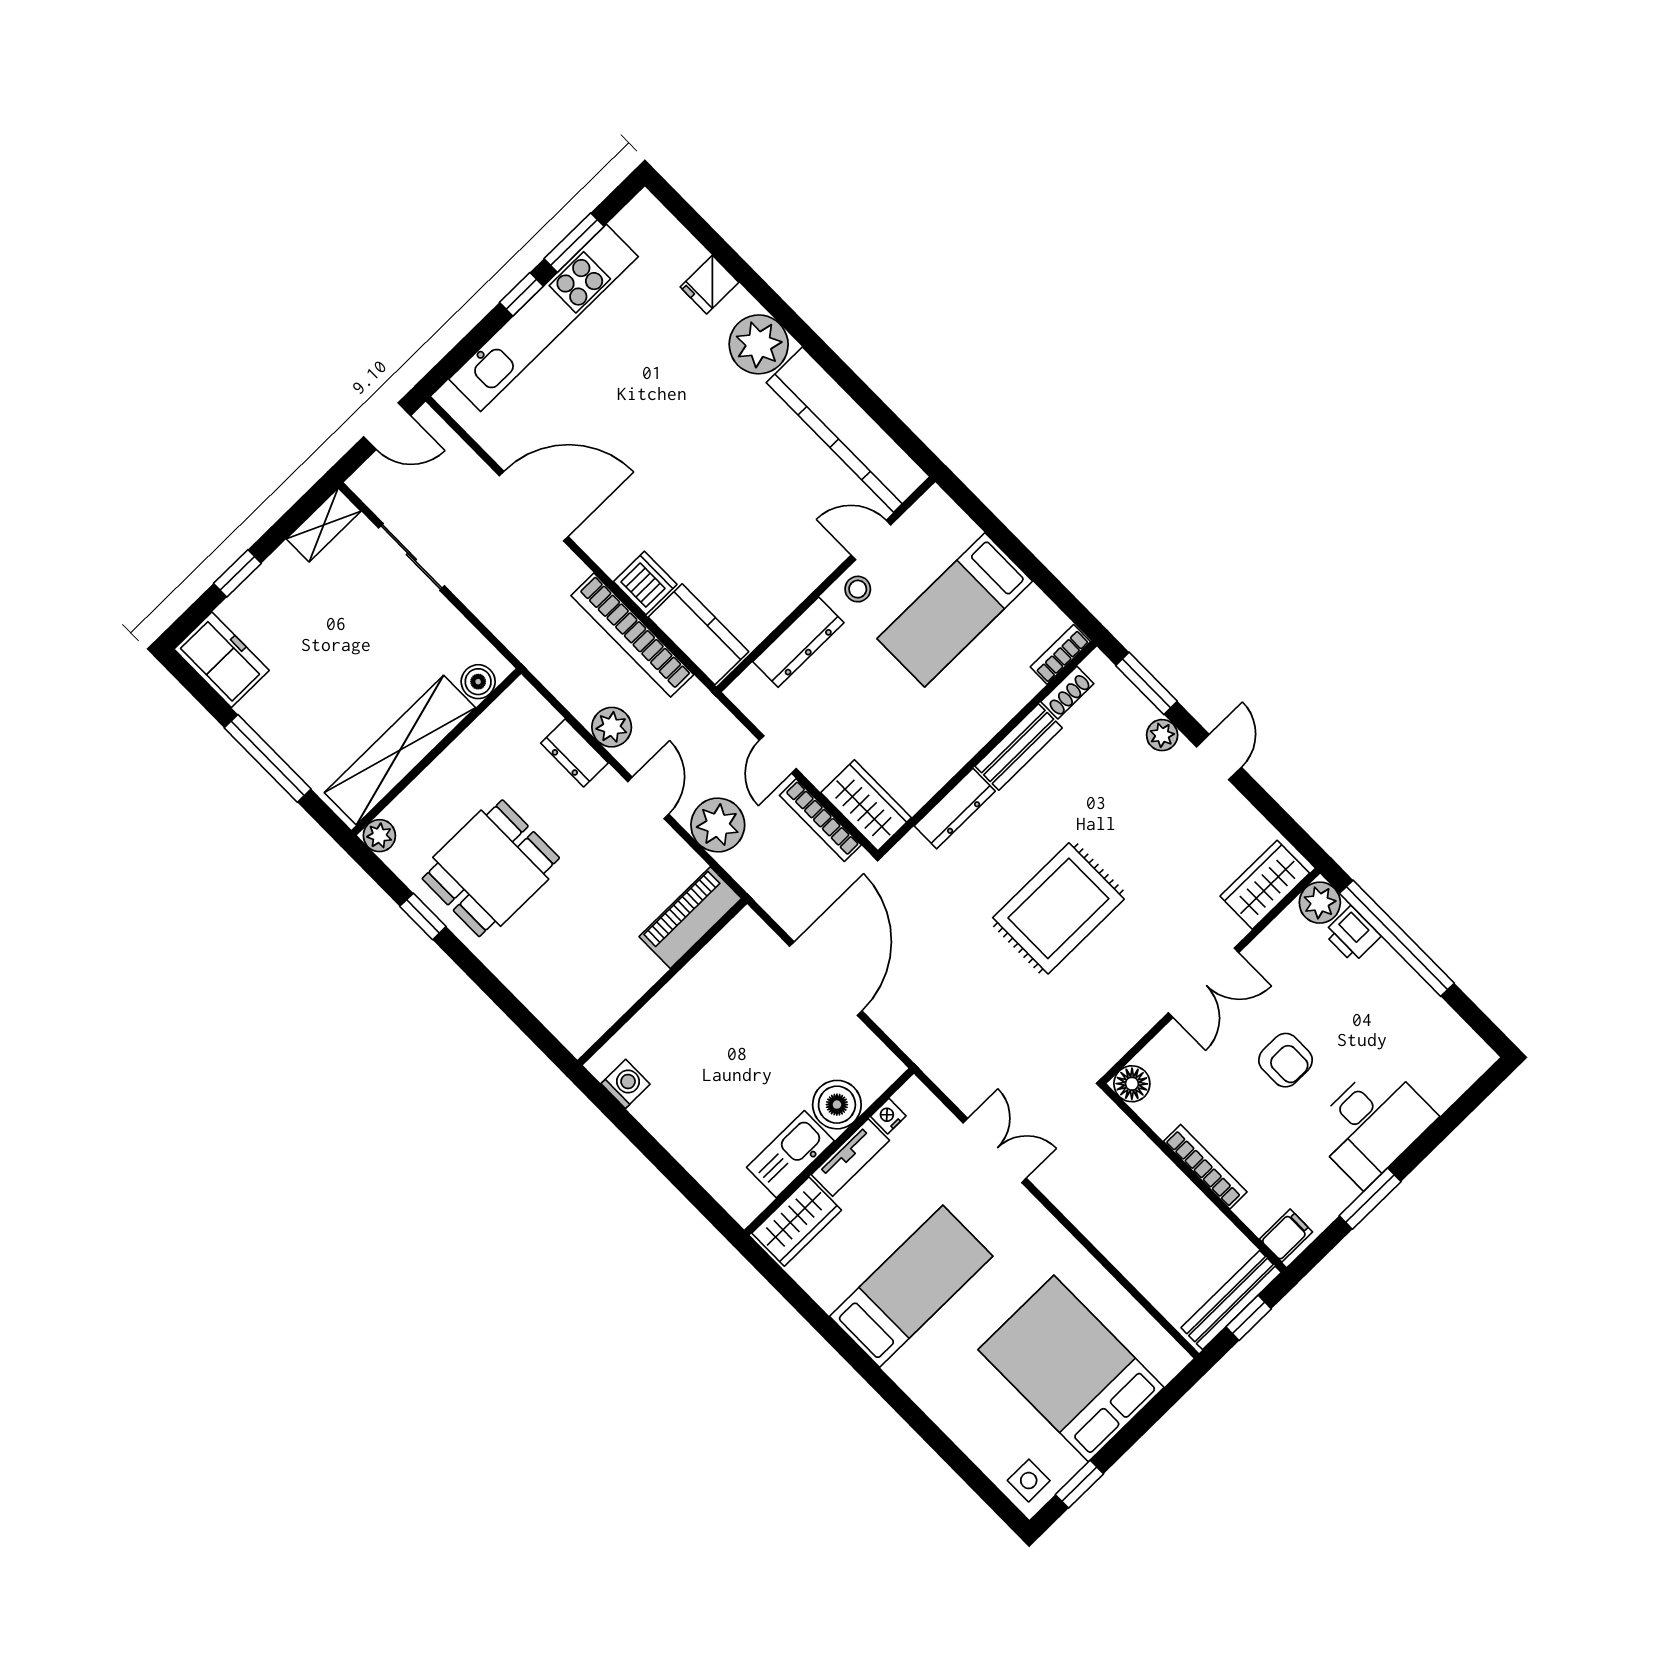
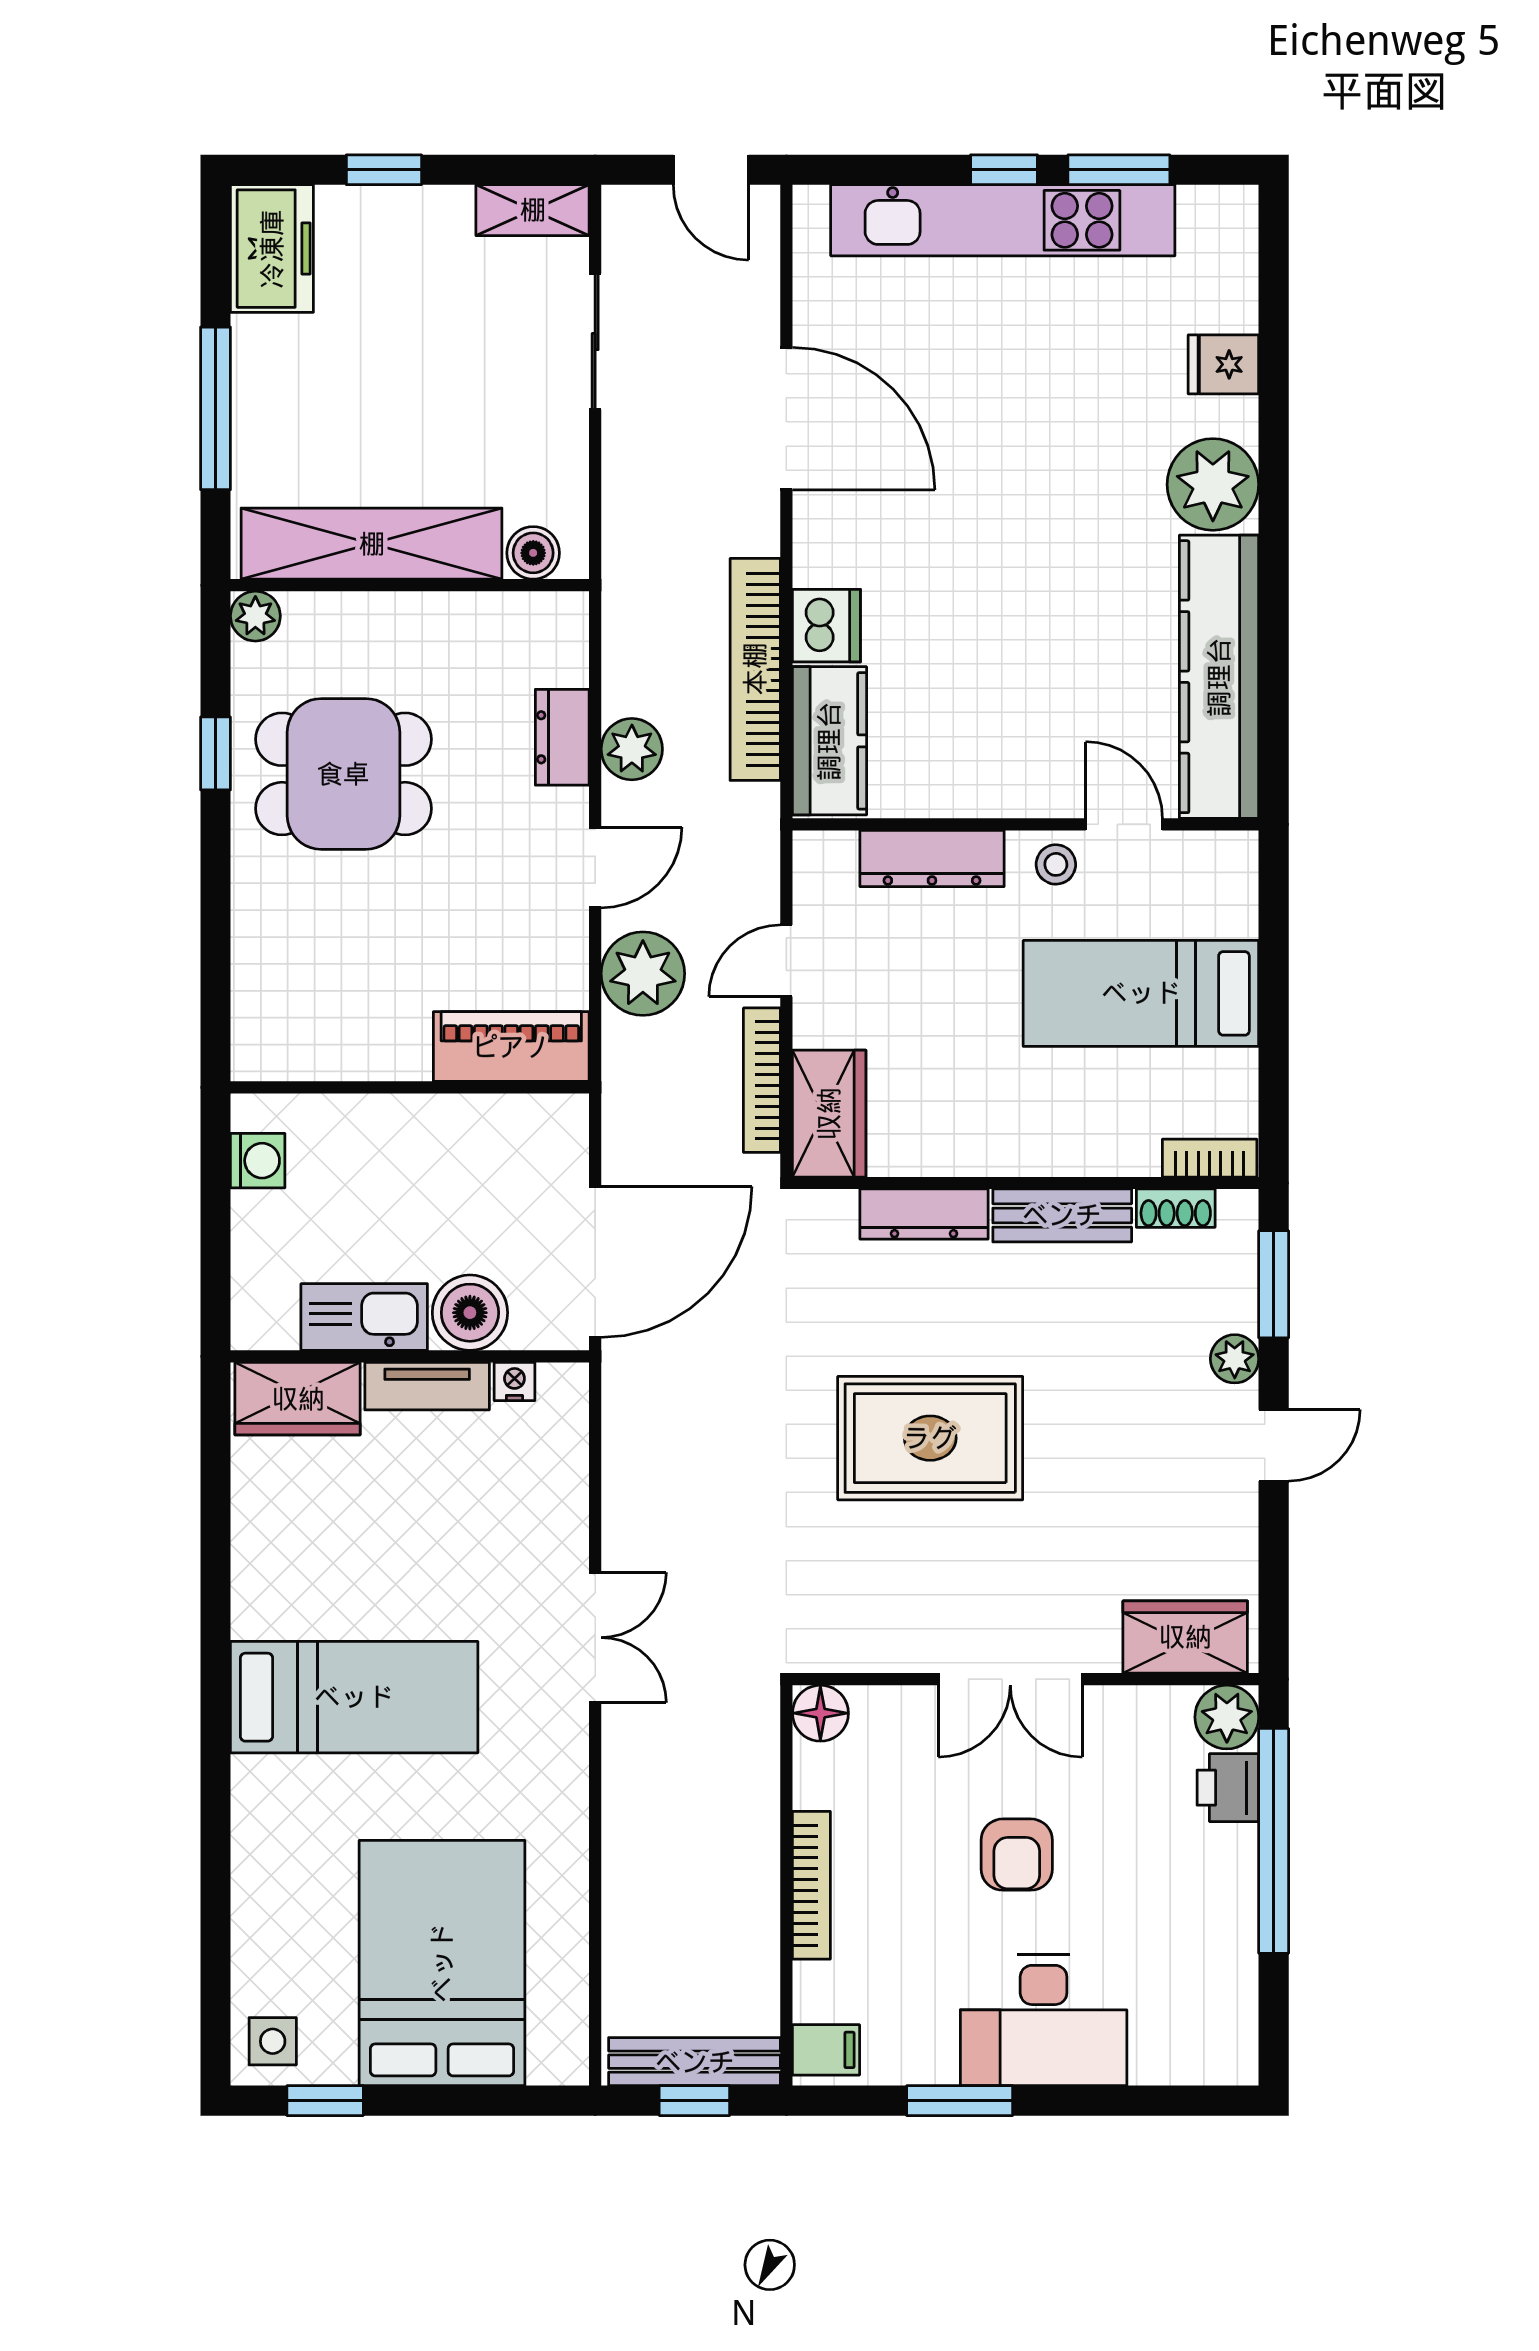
boiler: (837, 1105) -> (470, 1313), moved
nightstand: (888, 1116) -> (514, 1382), moved
wall: (829, 1152) -> (410, 1356), moved
kitchen sink: (790, 1154) -> (364, 1317), moved
tv unit: (850, 1158) -> (427, 1386), moved
wardrobe: (797, 1222) -> (298, 1399), moved

